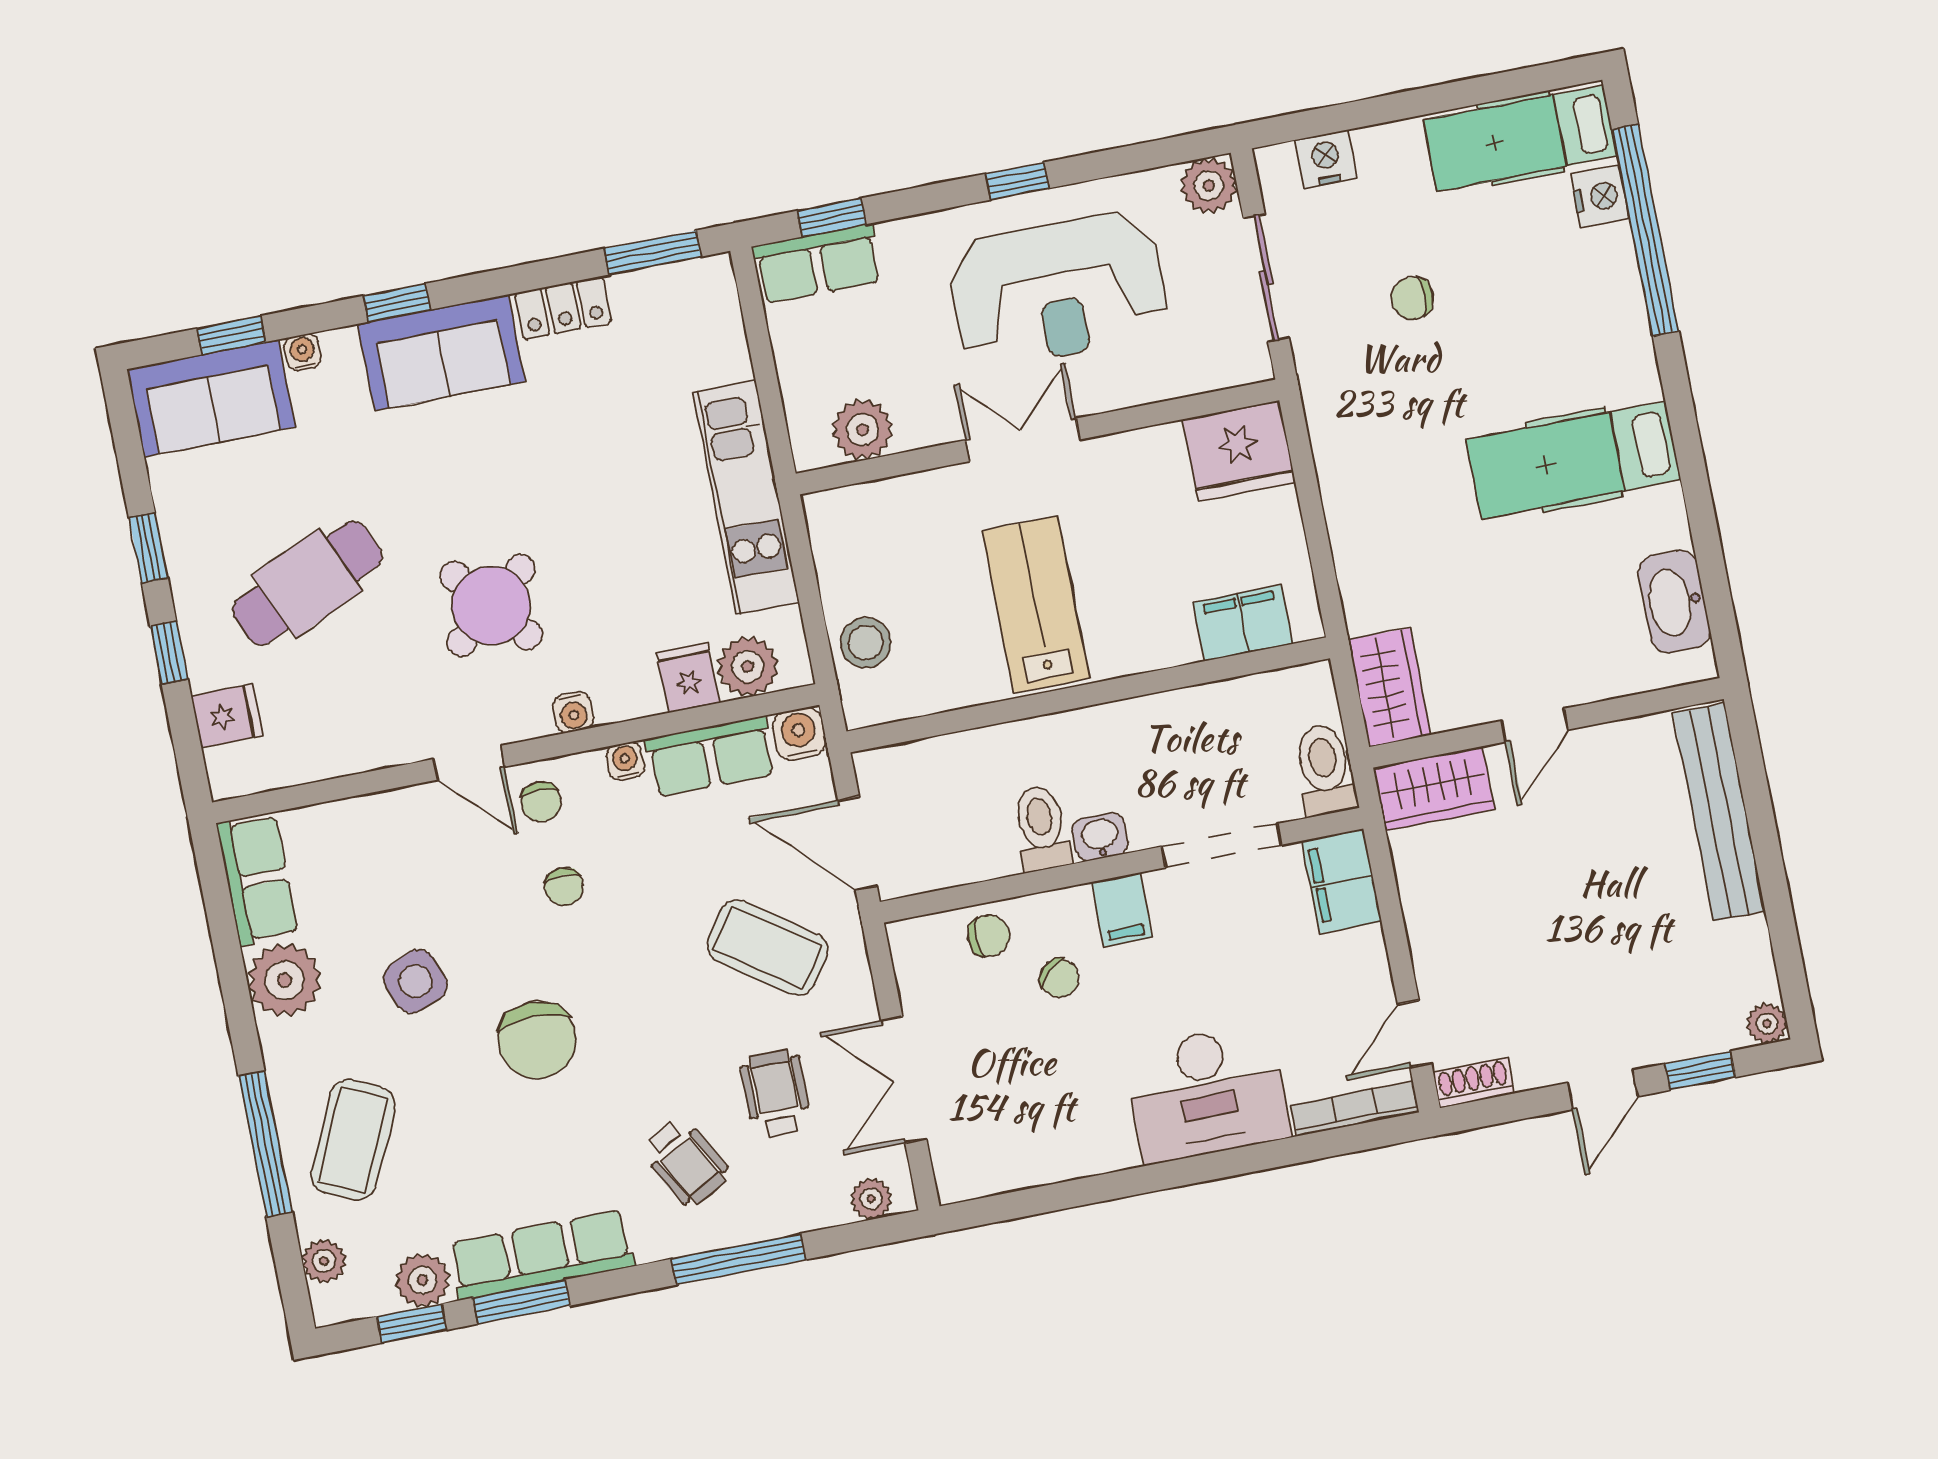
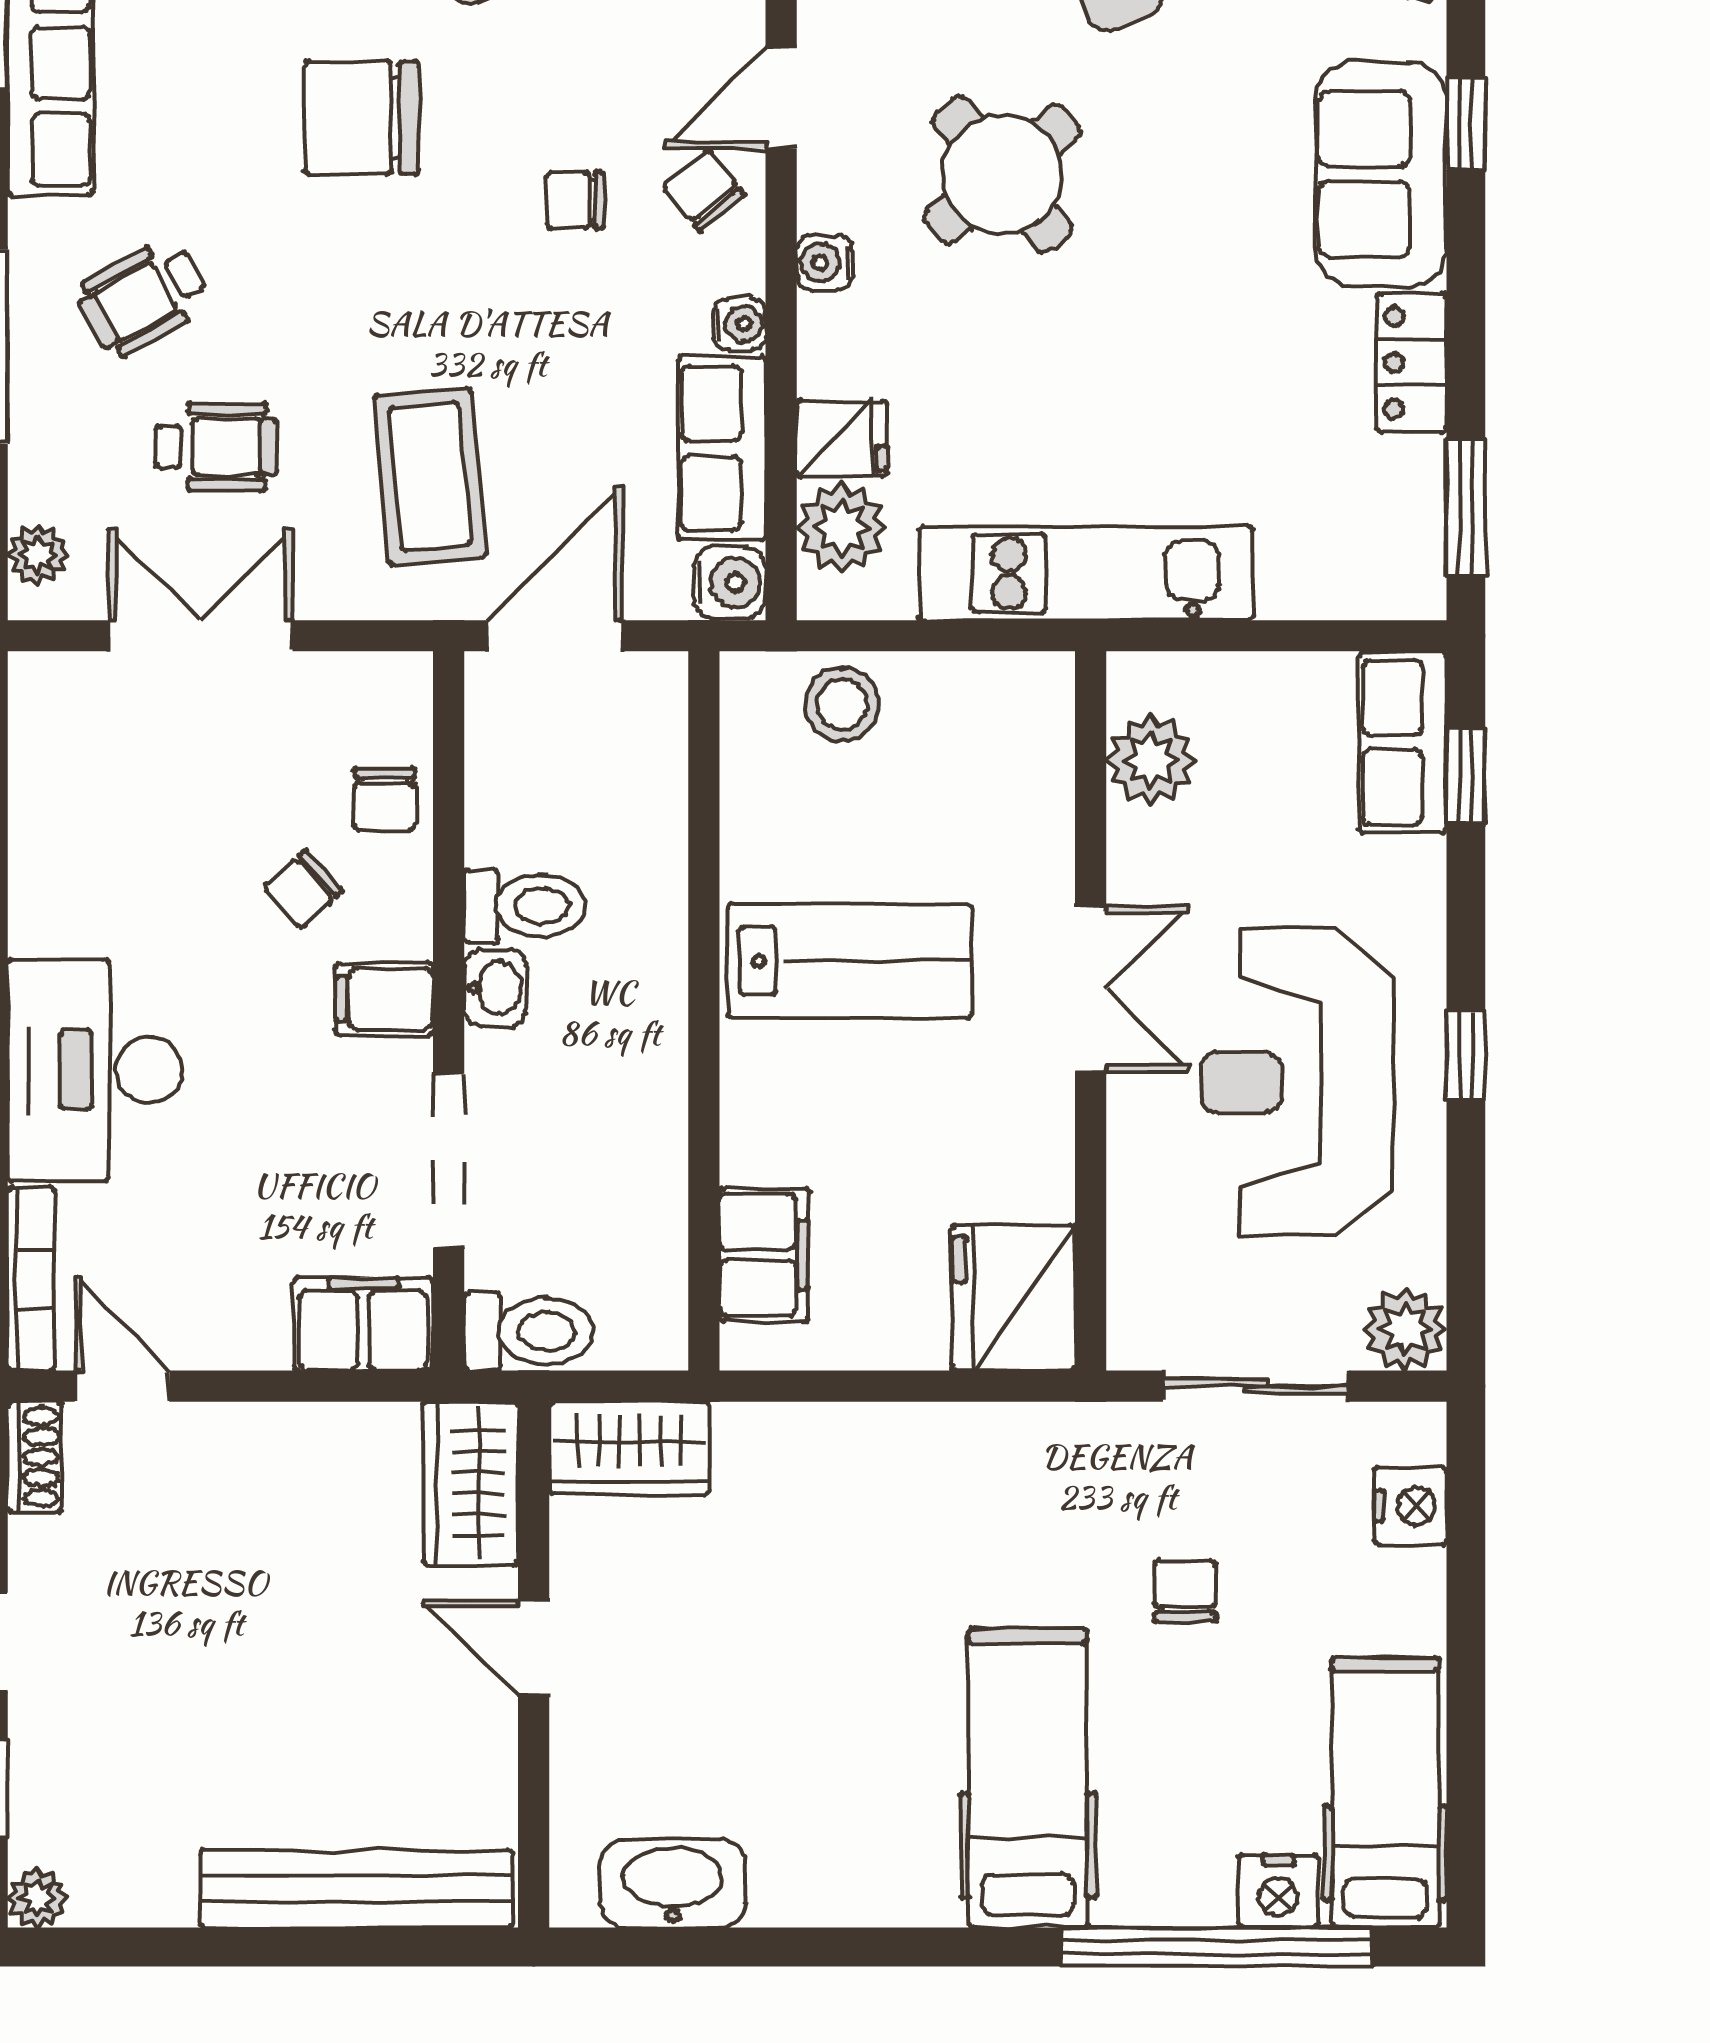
hospital bed: (1573, 460) -> (1028, 1778), moved
chair: (541, 802) -> (704, 191), turned 51
coffee table: (768, 948) -> (430, 476), turned -40

